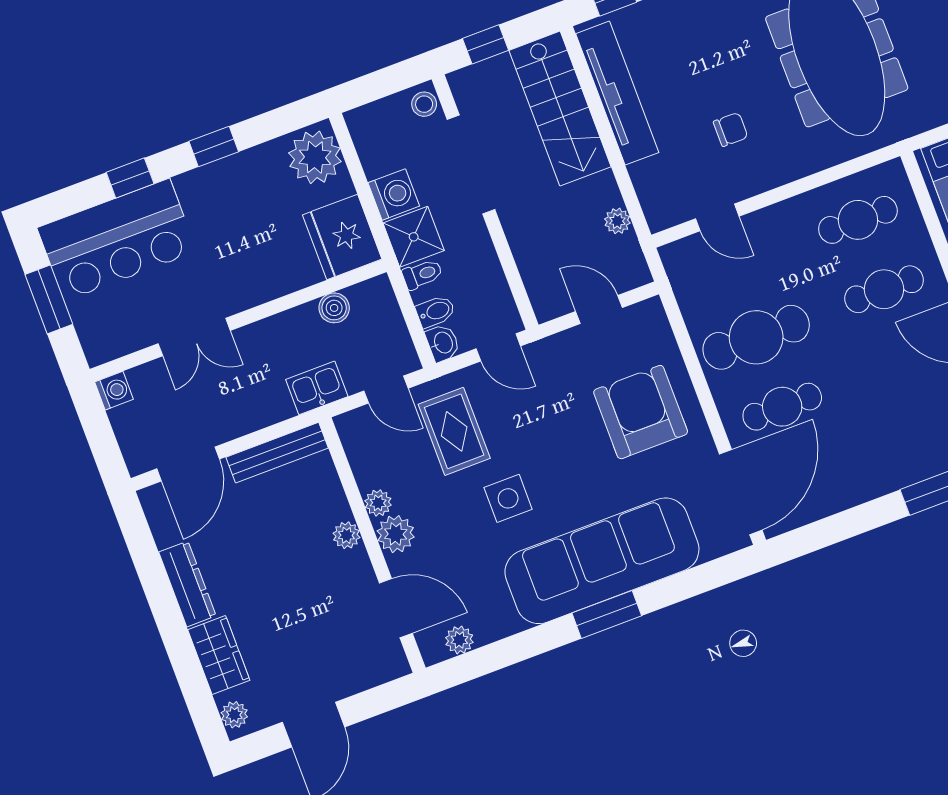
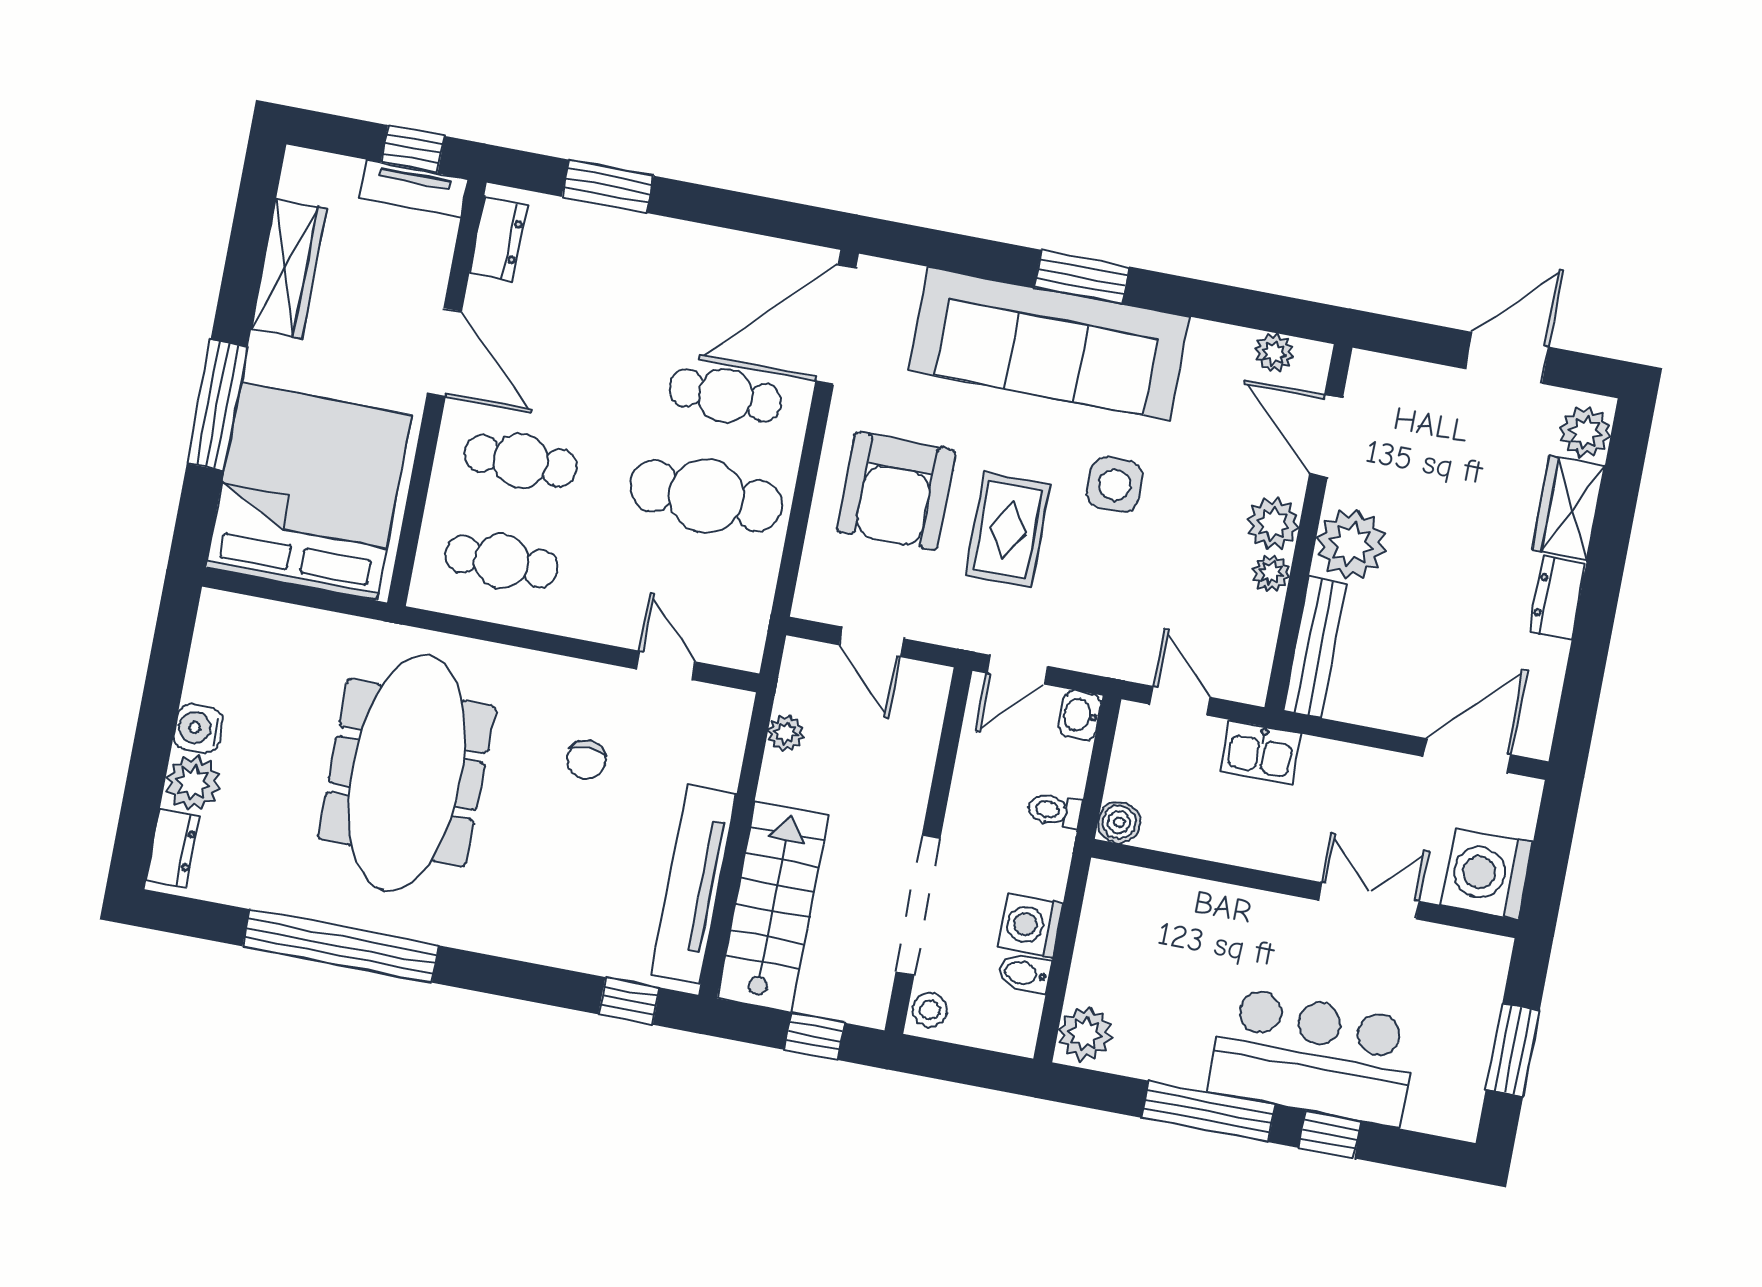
chair: (731, 129) -> (587, 760), turned -90
window: (214, 147) -> (1208, 1111), width x2.17
plant: (315, 157) -> (1085, 1034), width x0.73, depth x0.73
fridge: (342, 237) -> (1122, 912), removed
shower: (414, 237) -> (1038, 861), removed
bar counter: (117, 240) -> (1313, 1057), moved
boiler: (334, 308) -> (1119, 822), moved
bidet: (436, 311) -> (1024, 973), moved
door: (498, 347) -> (1017, 670), swing flipped
washing machine: (114, 391) -> (1487, 874), width x1.89, depth x1.89
rug: (454, 431) -> (1008, 530), moved
bench: (277, 453) -> (1315, 647), moved, turned 90
plant: (346, 535) -> (1351, 544), width x1.88, depth x1.88
dresser: (187, 584) -> (1558, 598), width x0.70
plant: (234, 715) -> (1585, 432), width x1.38, depth x1.38

